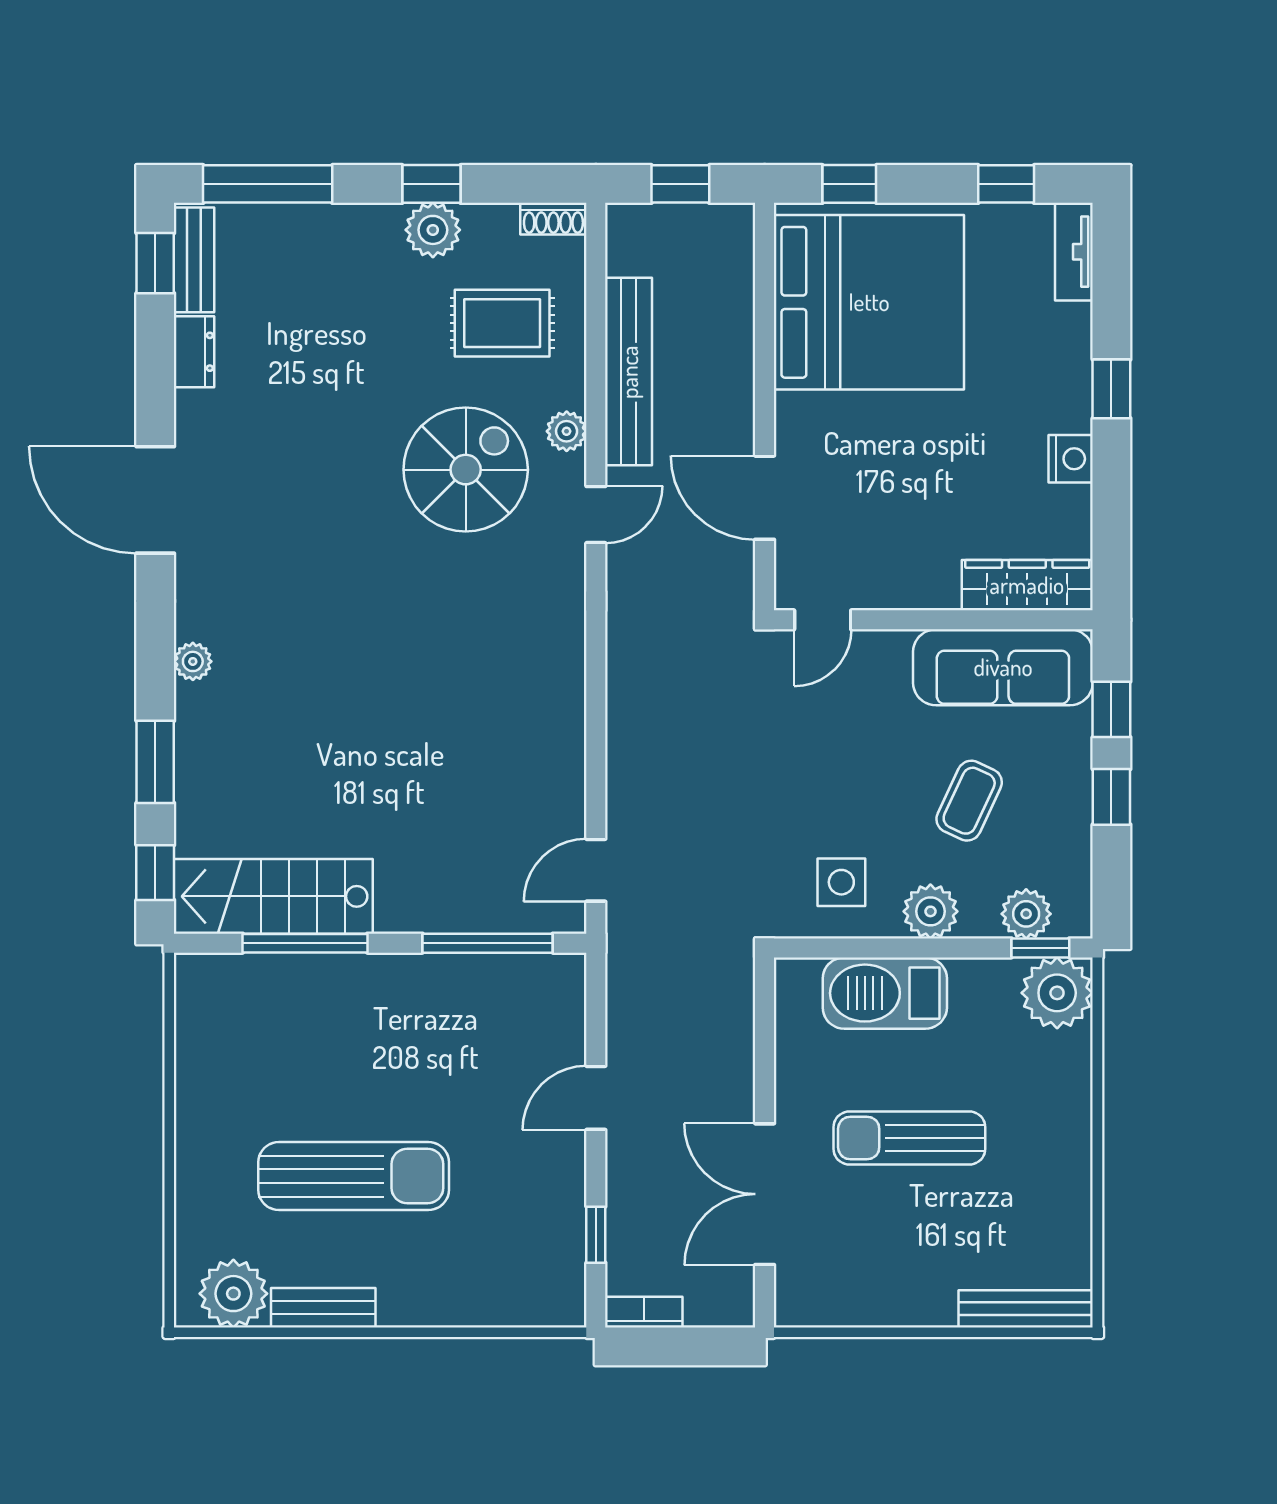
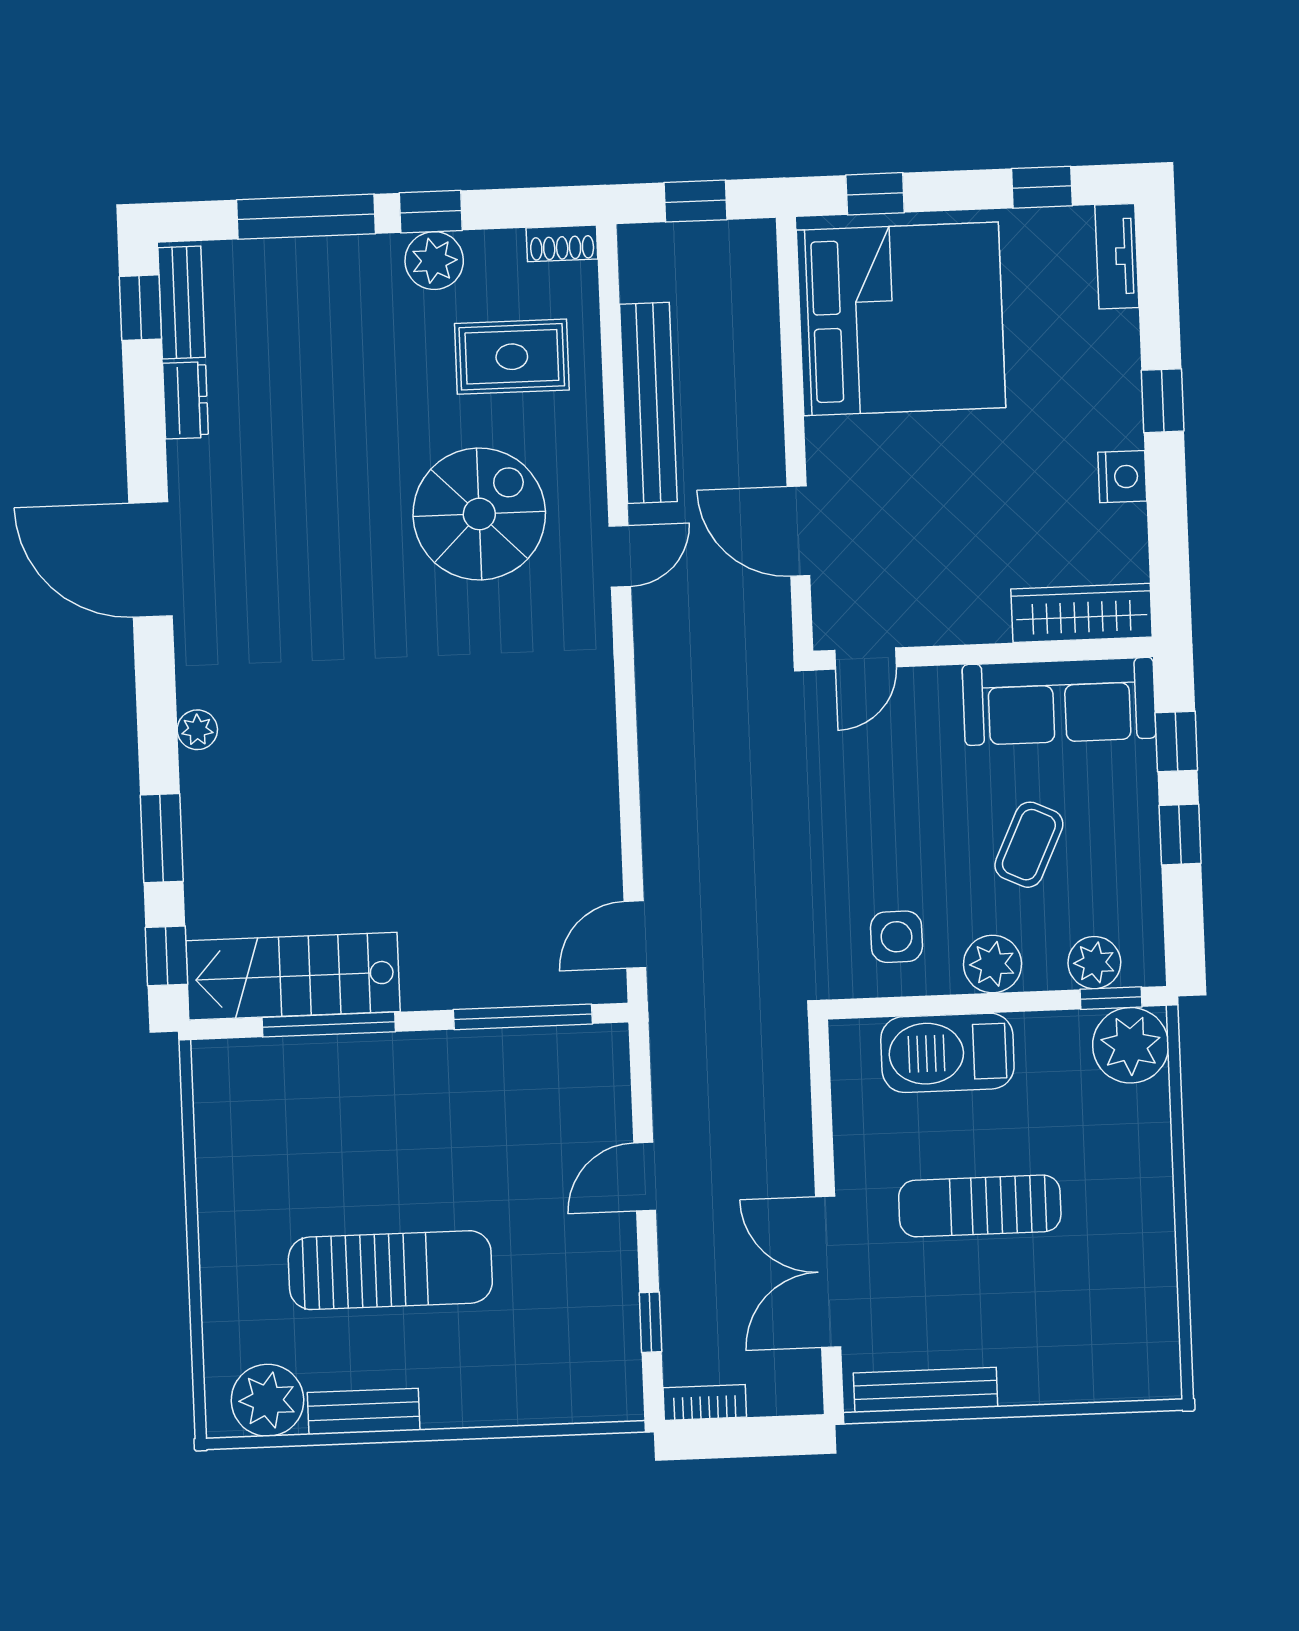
window: (268, 184) -> (306, 217), moved
plant: (567, 431) -> (585, 469), removed
bench: (1026, 1309) -> (926, 1390), moved

